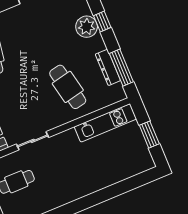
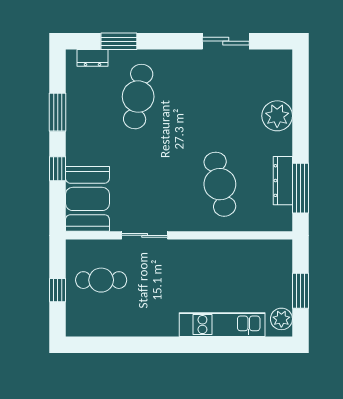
window: (102, 22) -> (300, 118), removed
kitchen unit: (105, 123) -> (222, 325), moved, turned 180
plant: (145, 158) -> (281, 319), added

